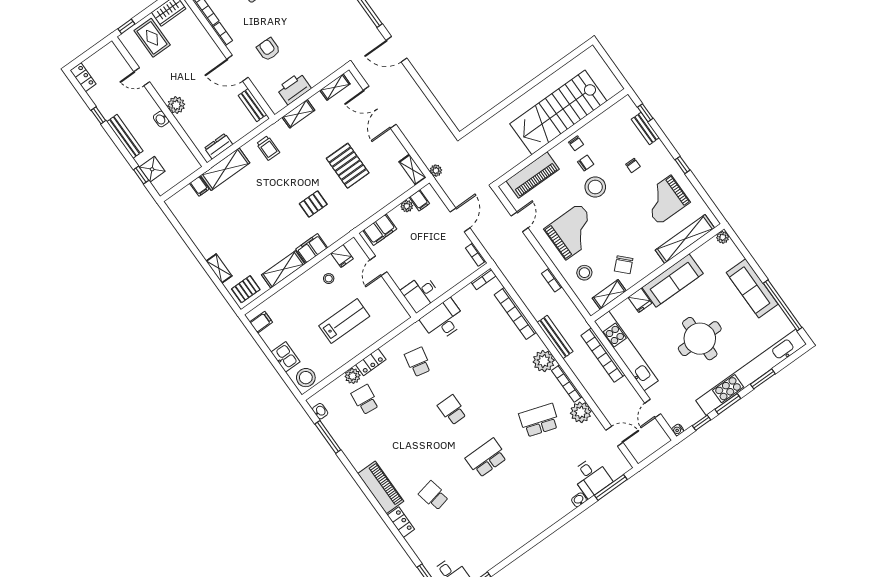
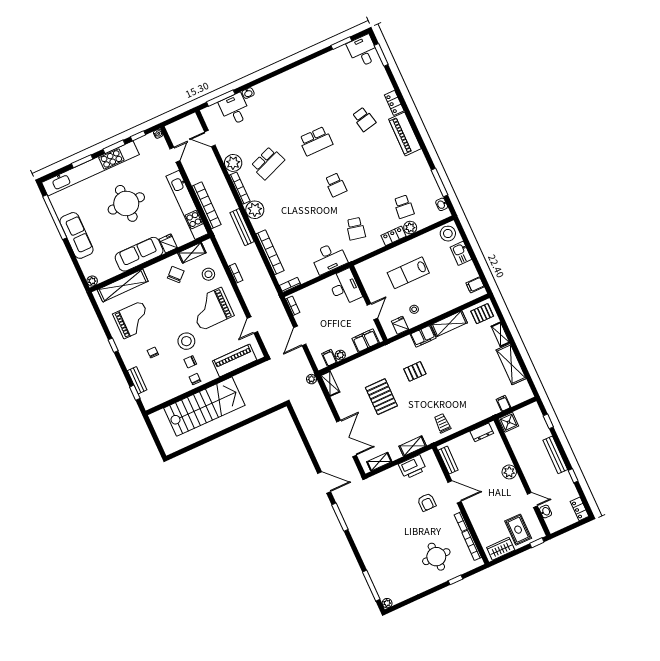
washbasin: (161, 119) -> (546, 512), moved
shower: (152, 169) -> (509, 422), moved
shelving: (225, 169) -> (511, 364), moved, turned 90
desk: (420, 293) -> (345, 287), width x1.37
school desk: (539, 420) -> (268, 163), turned -39

